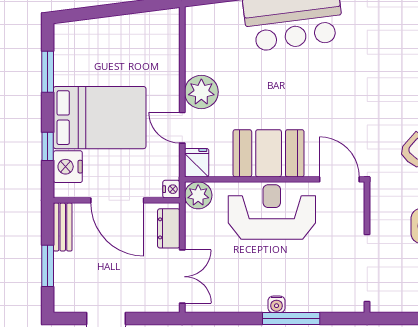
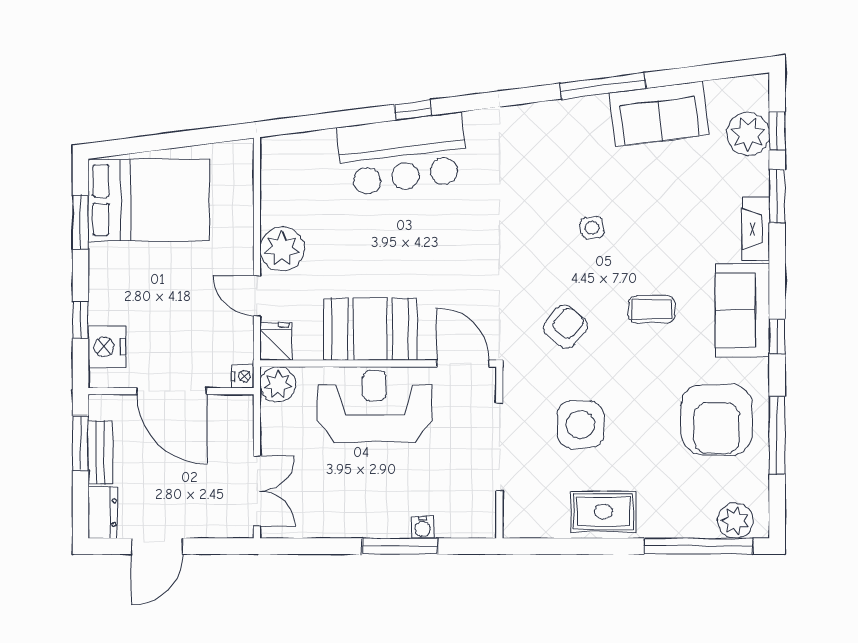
bed: (100, 118) -> (149, 200), moved
bench: (63, 227) -> (100, 452), moved
dresser: (169, 228) -> (103, 513), moved, turned 180
window: (48, 266) -> (80, 443), moved
doorway: (367, 268) -> (499, 447), moved
water cooler: (277, 304) -> (423, 527), moved

